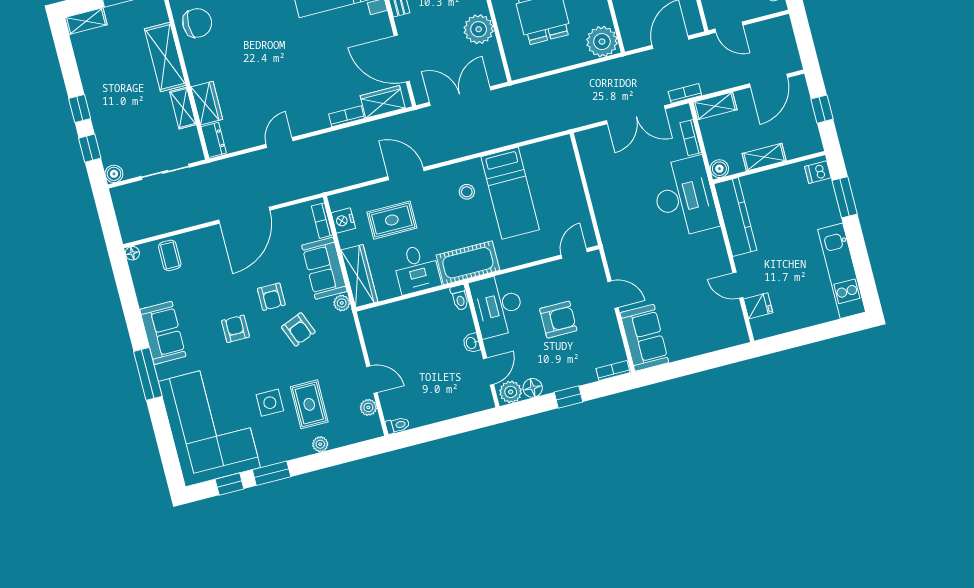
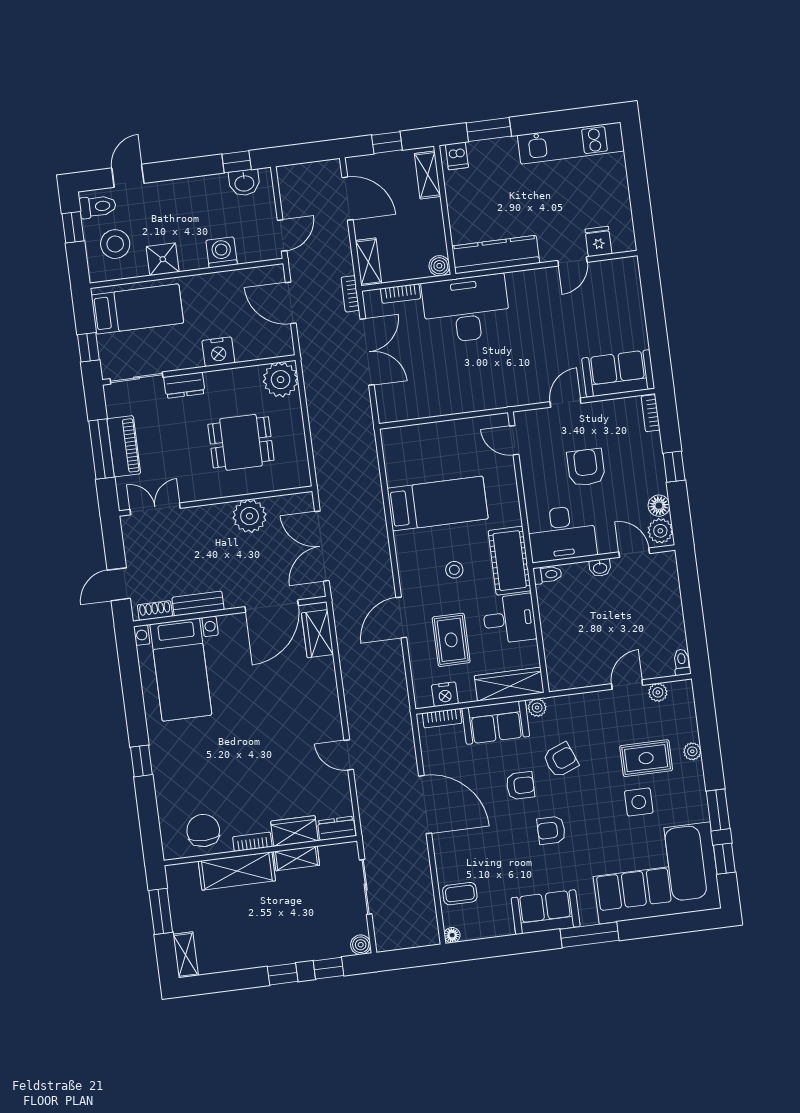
bookcase: (346, 116) -> (252, 842), moved, turned 90
shelving: (764, 157) -> (428, 175), moved
stool: (467, 192) -> (454, 570), moved

